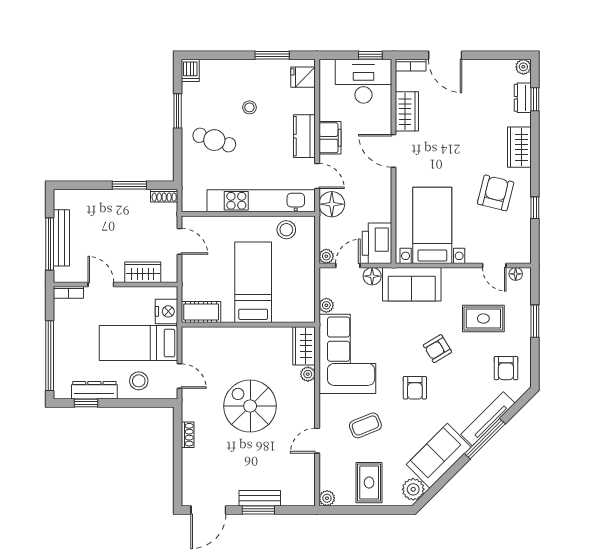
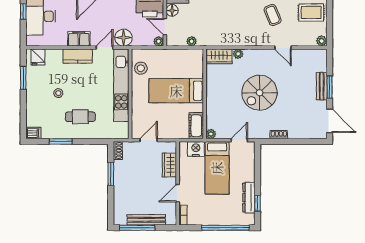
cafe table: (214, 140) -> (80, 117), turned 72
window: (50, 244) -> (137, 228), moved
plant: (189, 334) -> (211, 134), added
corner sofa: (347, 354) -> (224, 27), removed
stool: (139, 381) -> (243, 168), removed

